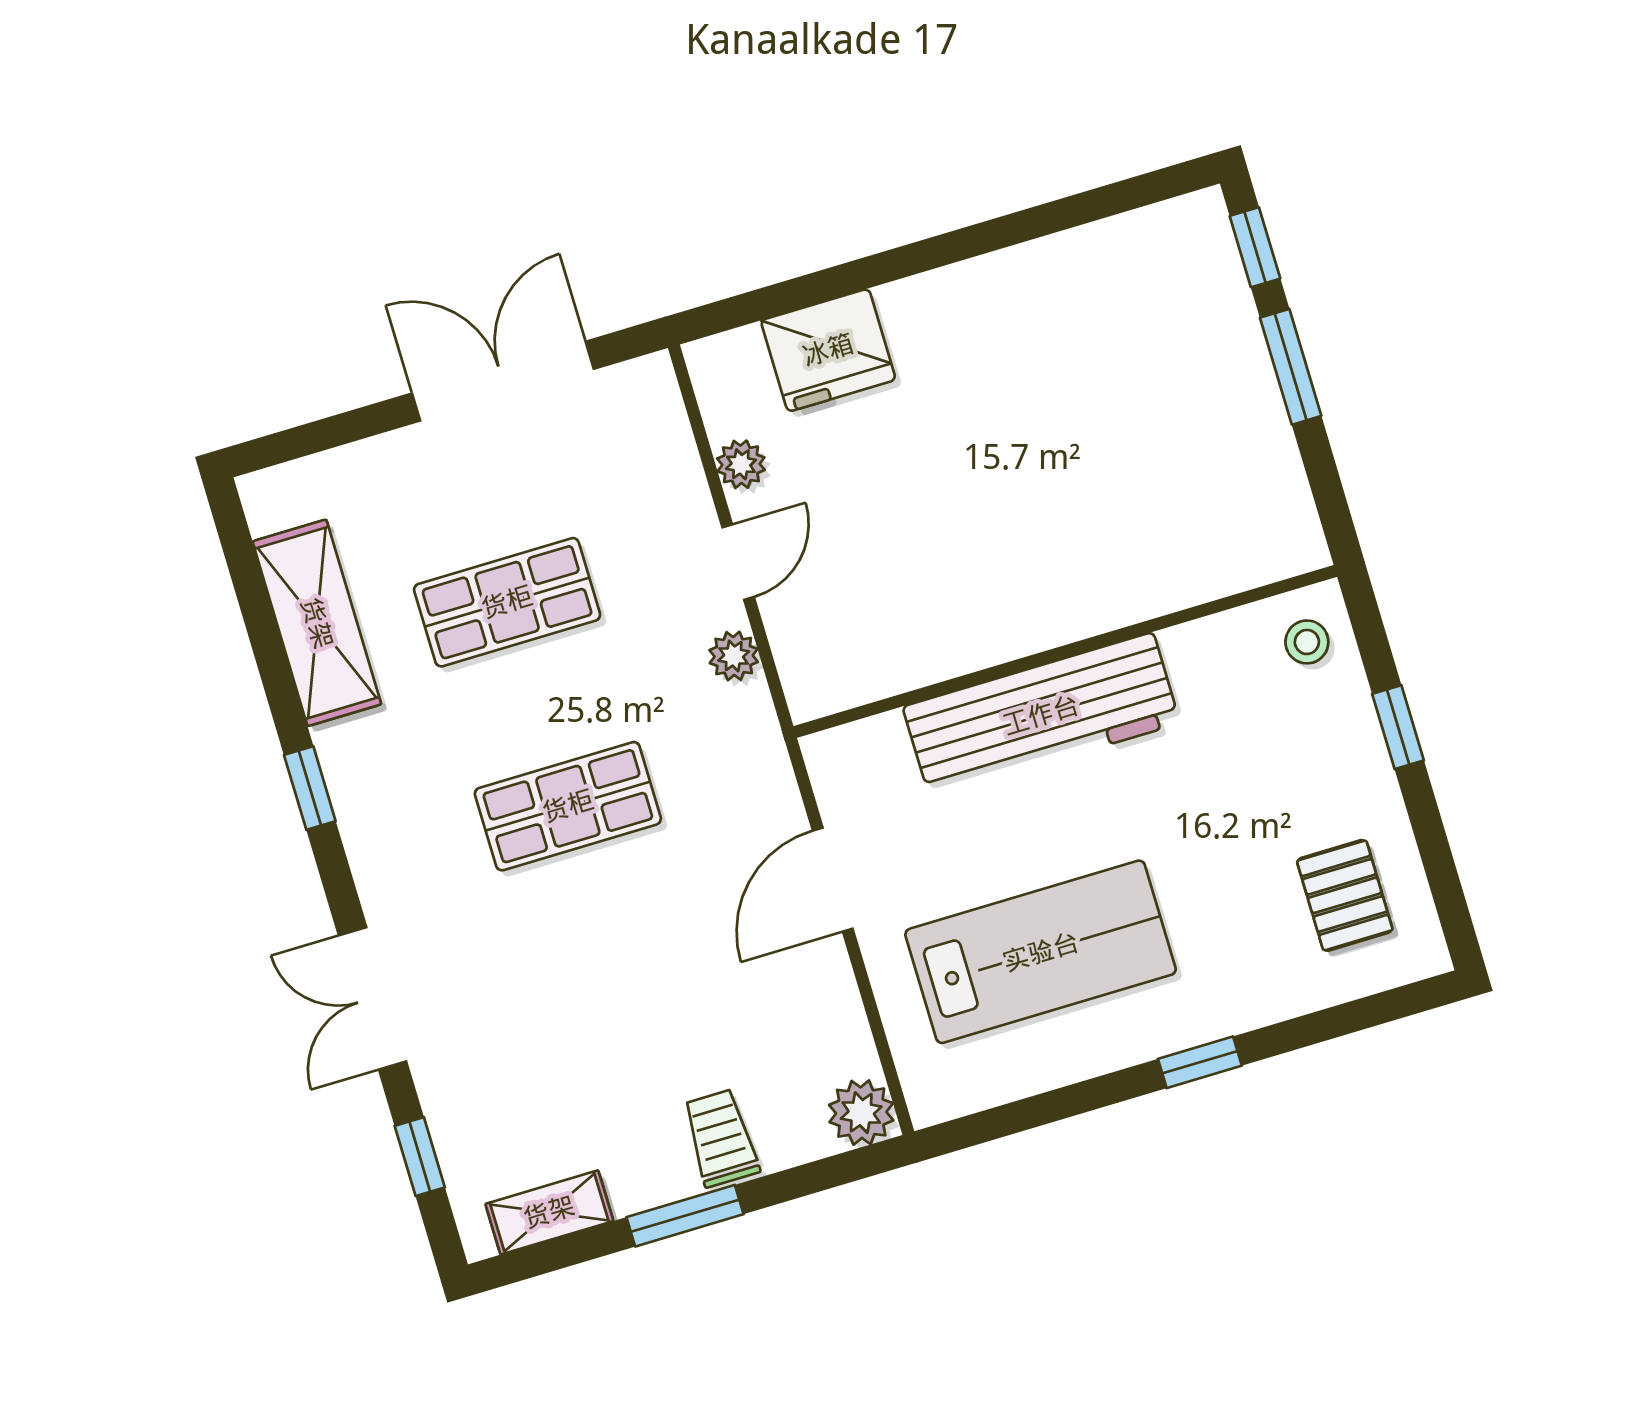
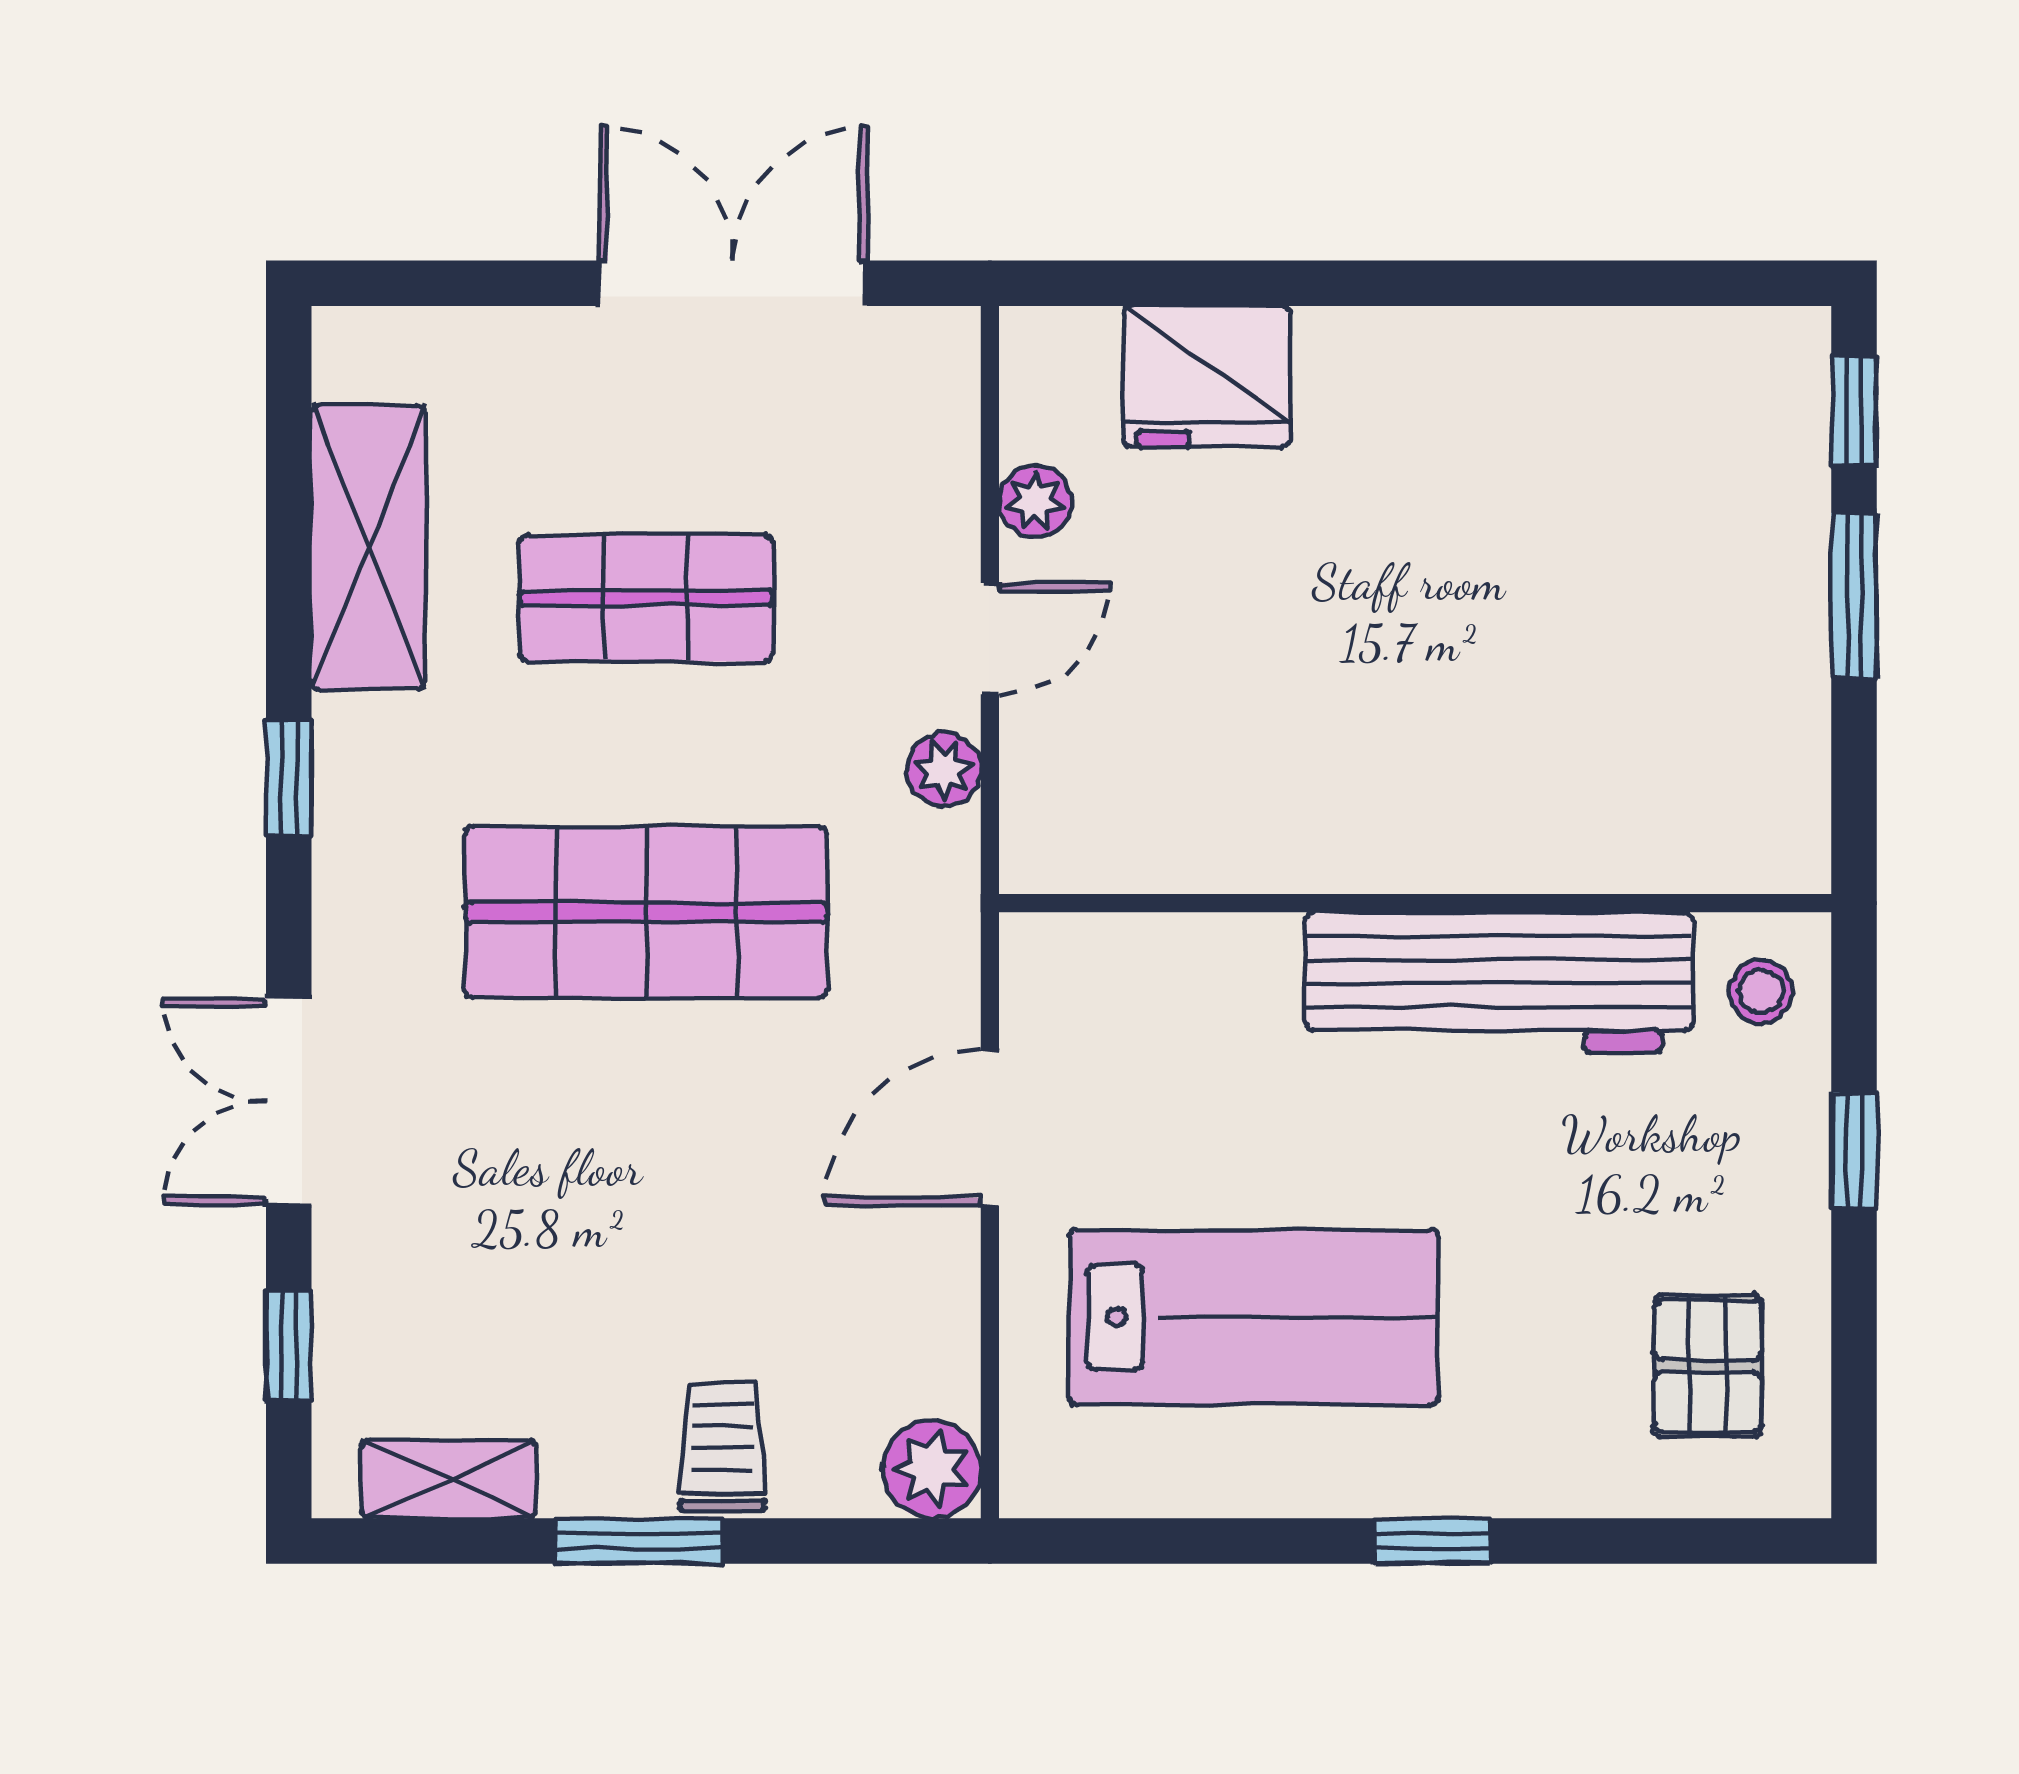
workbench: (1041, 715) -> (1499, 983), moved
shop shelf: (568, 806) -> (646, 912), width x1.43, depth x1.36

